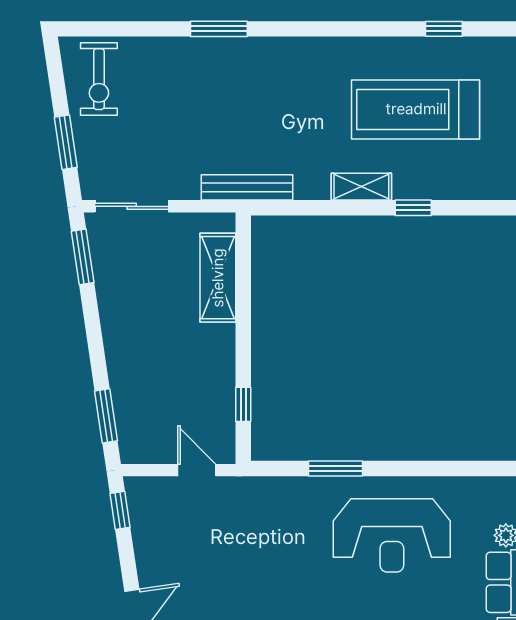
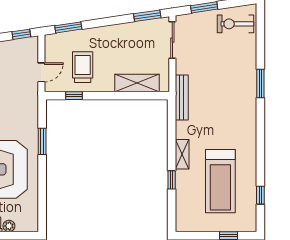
treadmill: (416, 109) -> (220, 181), turned 180
trolley: (186, 387) -> (83, 67), added

